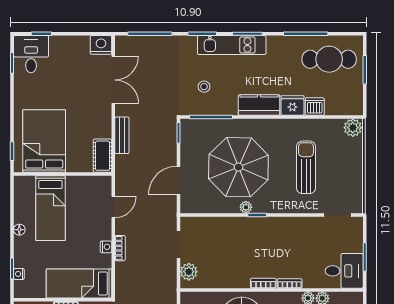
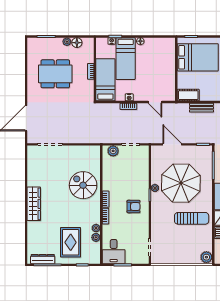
sun lounger: (306, 167) -> (192, 218), moved
bed: (50, 208) -> (126, 59), moved, turned -90
armchair: (275, 240) -> (134, 207), added

